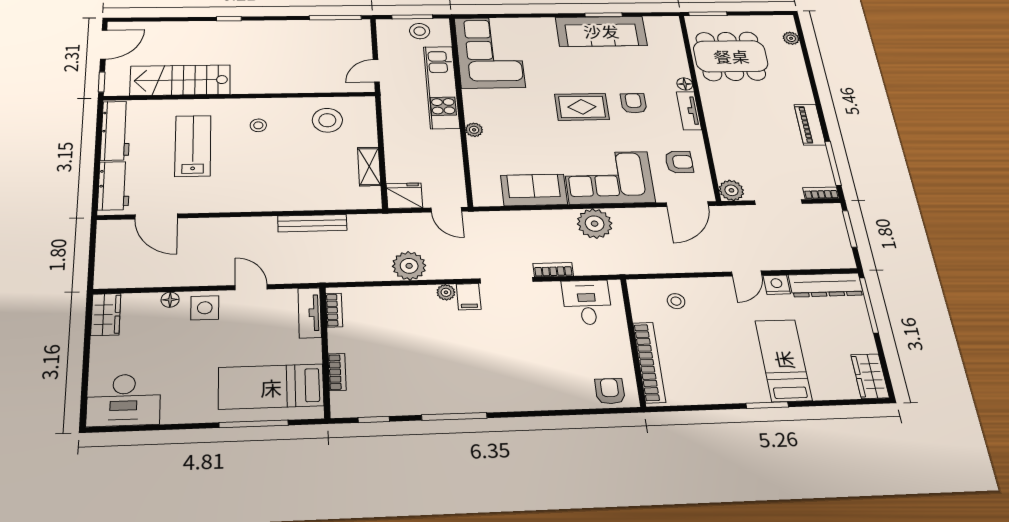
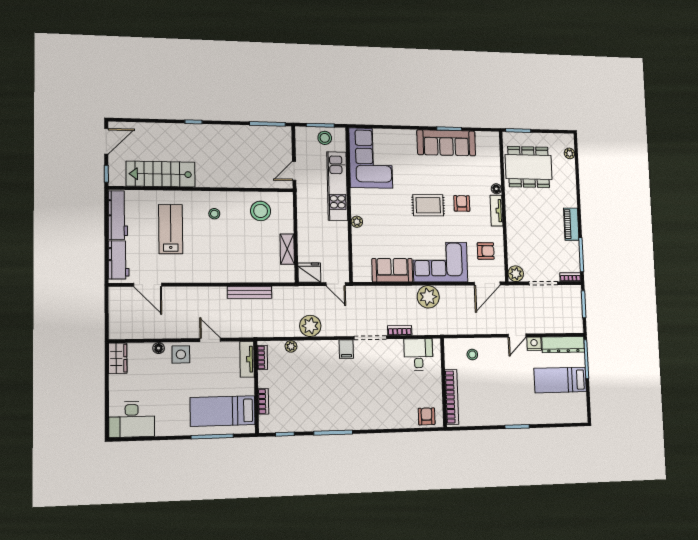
plant: (446, 292) -> (291, 346), moved
bed: (783, 360) -> (560, 380), moved, turned -90
wardrobe: (870, 376) -> (579, 408), removed

